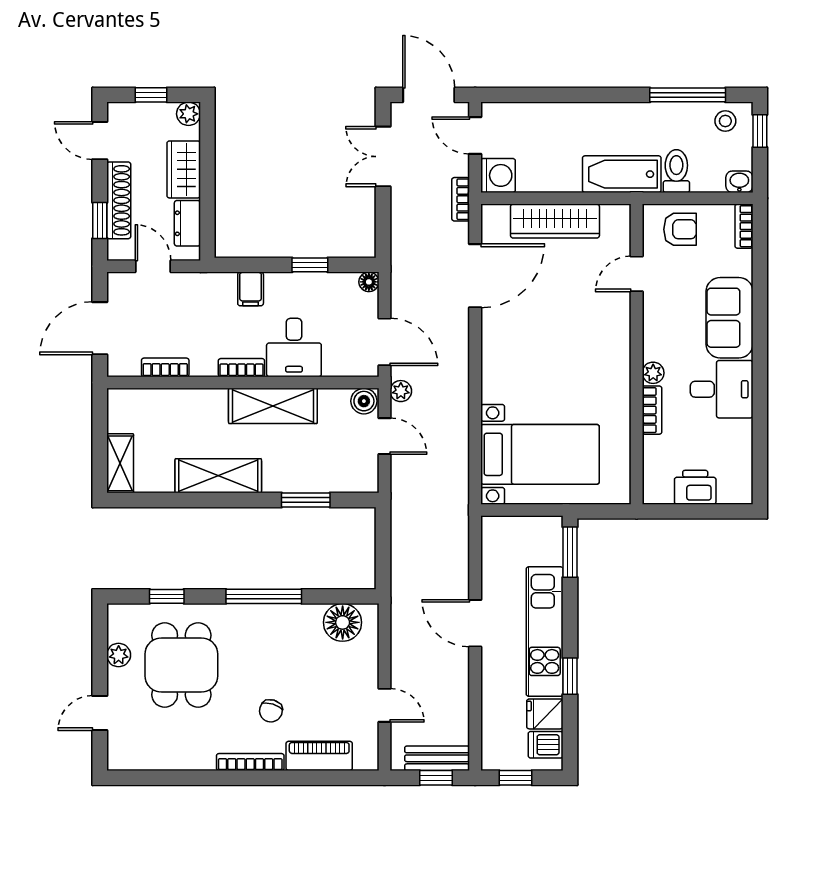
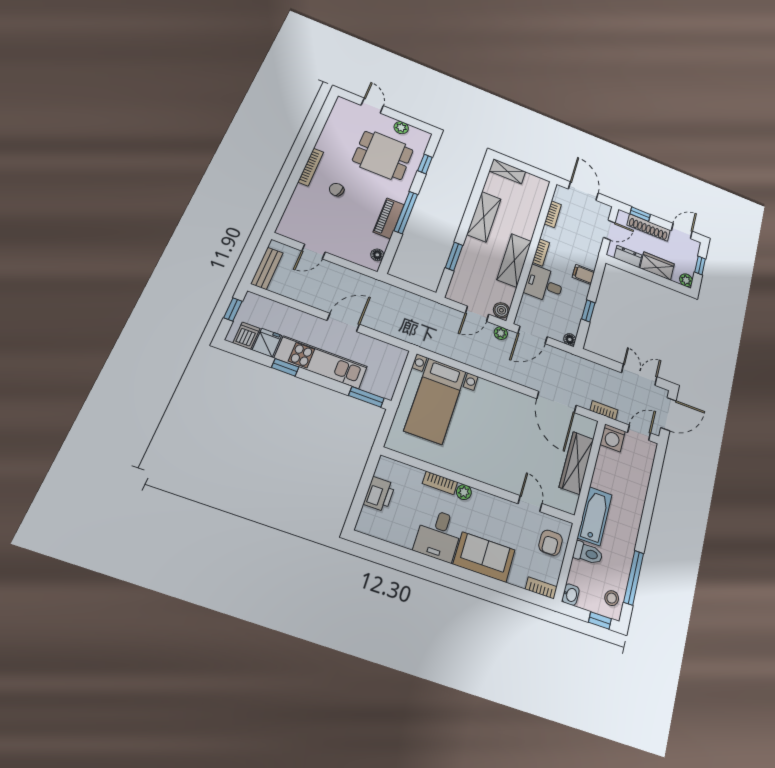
floor lamp: (343, 622) -> (377, 255), width x0.53, depth x0.53
piano: (319, 756) -> (389, 218), moved, turned 180
window: (436, 778) -> (255, 263), removed

